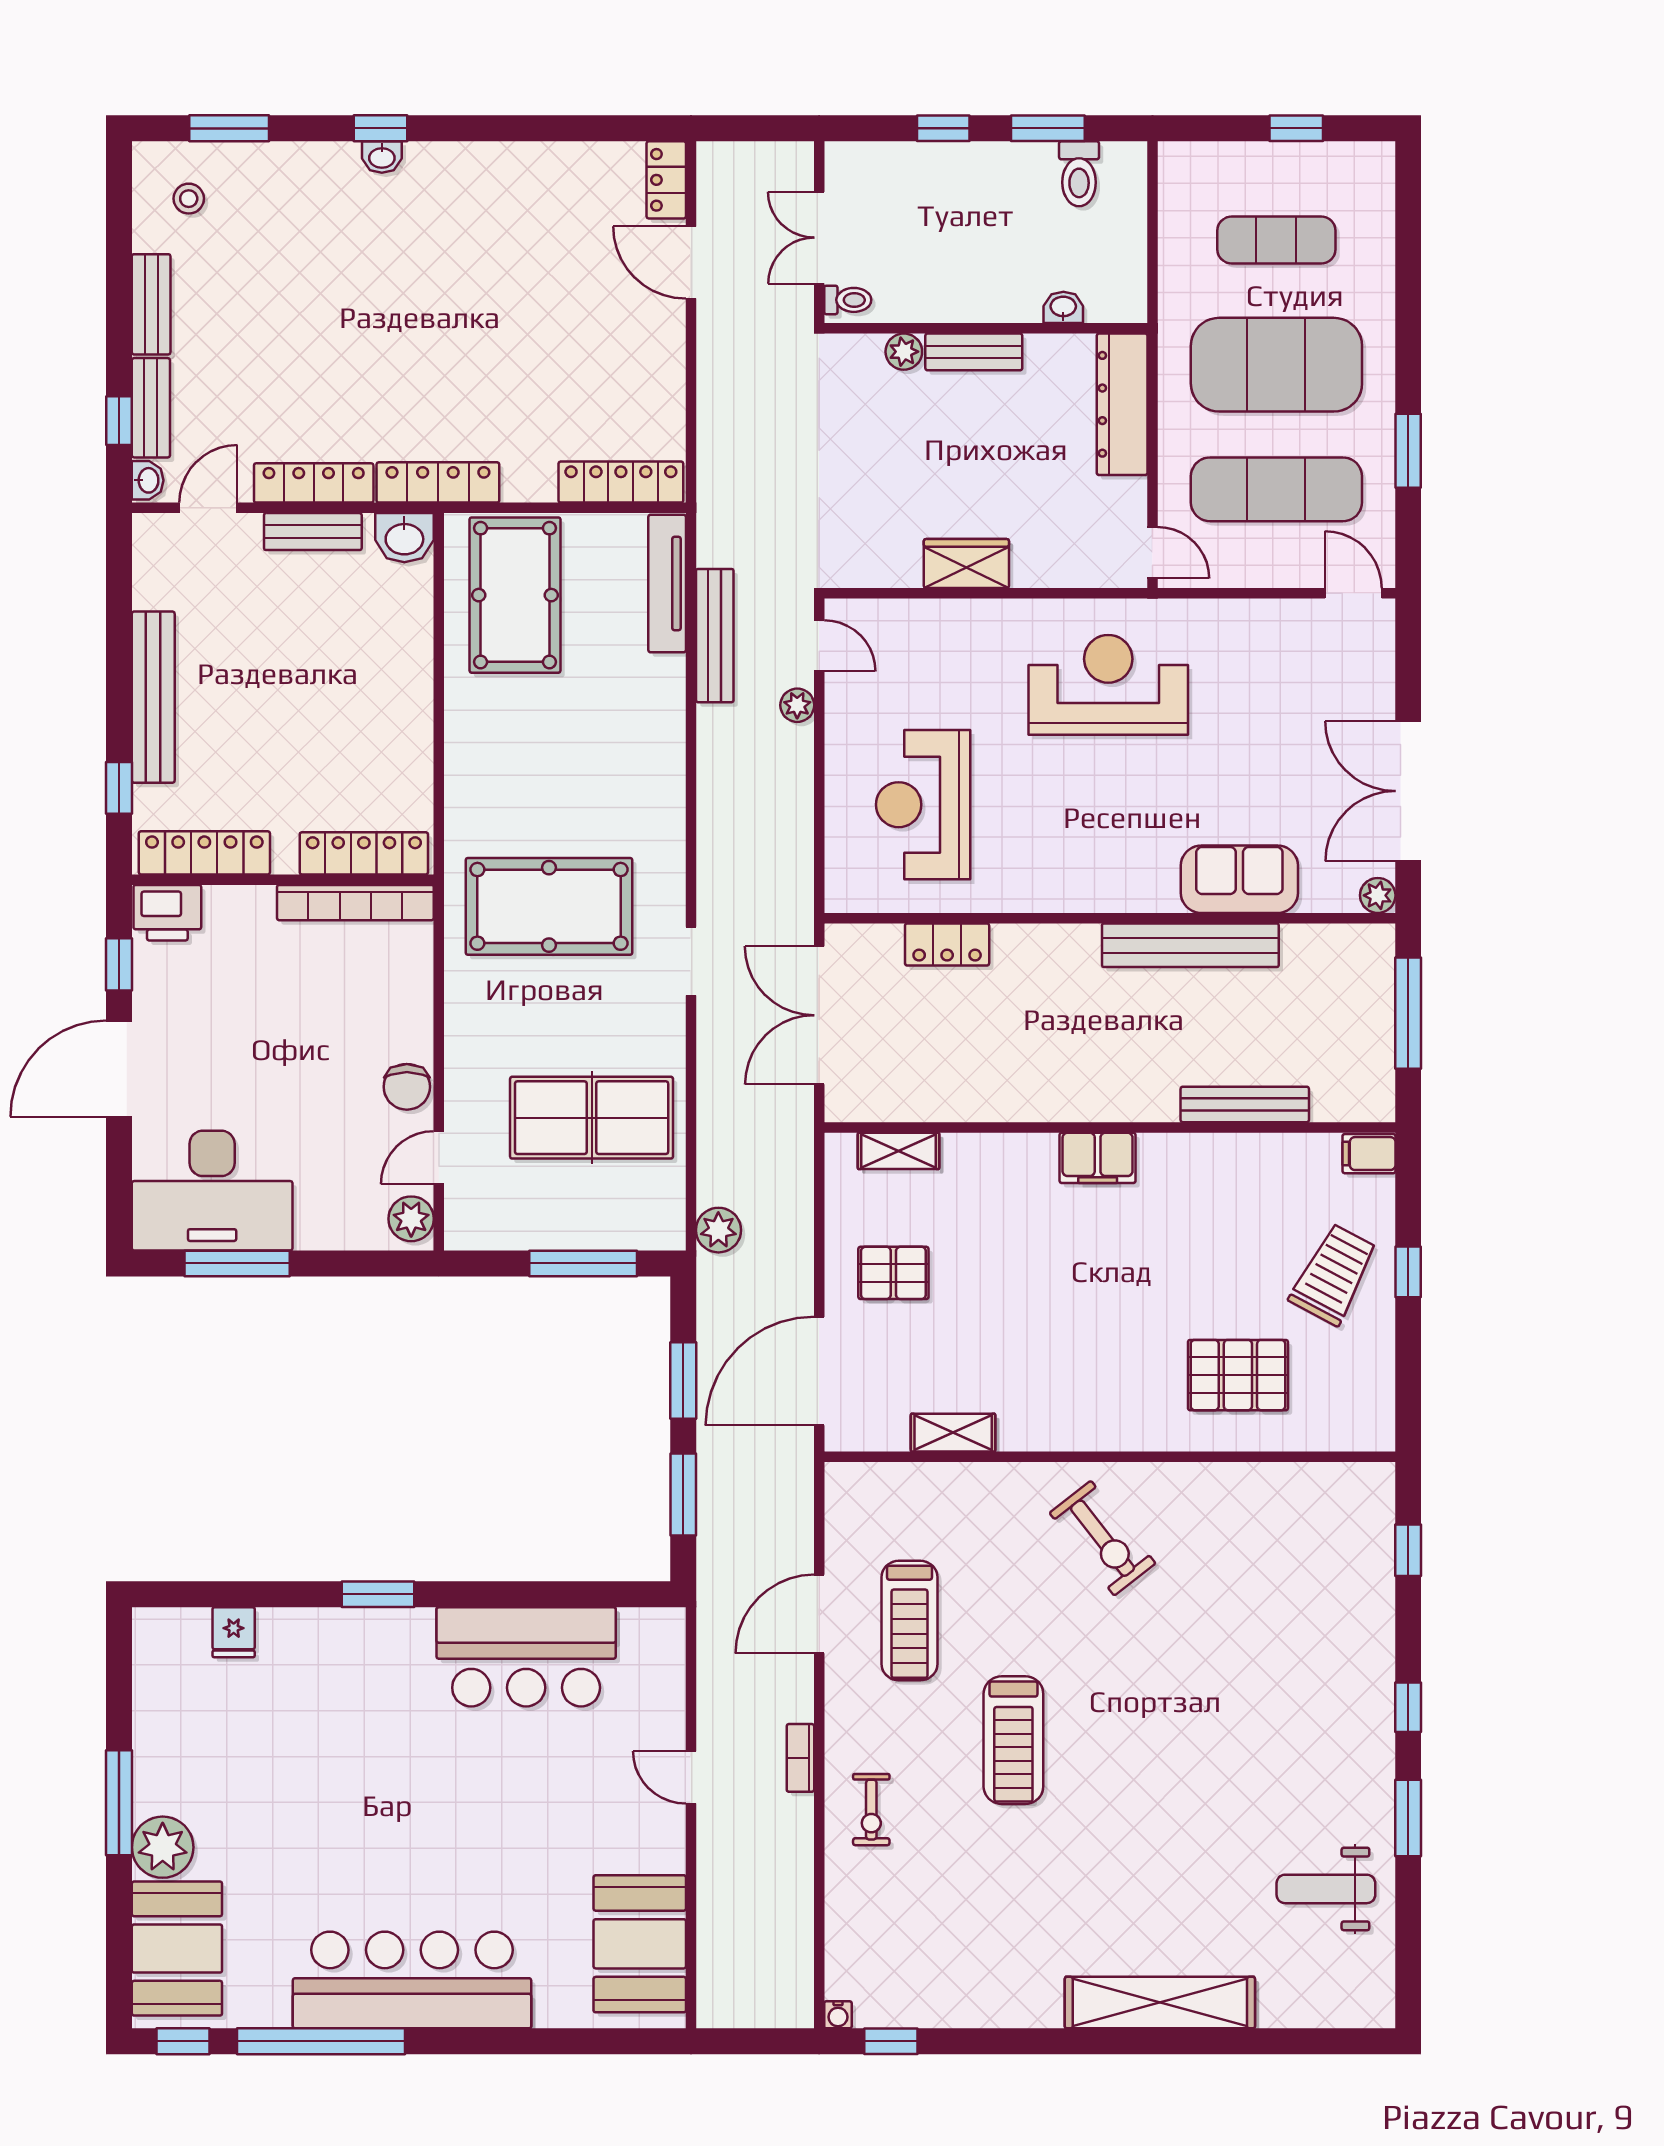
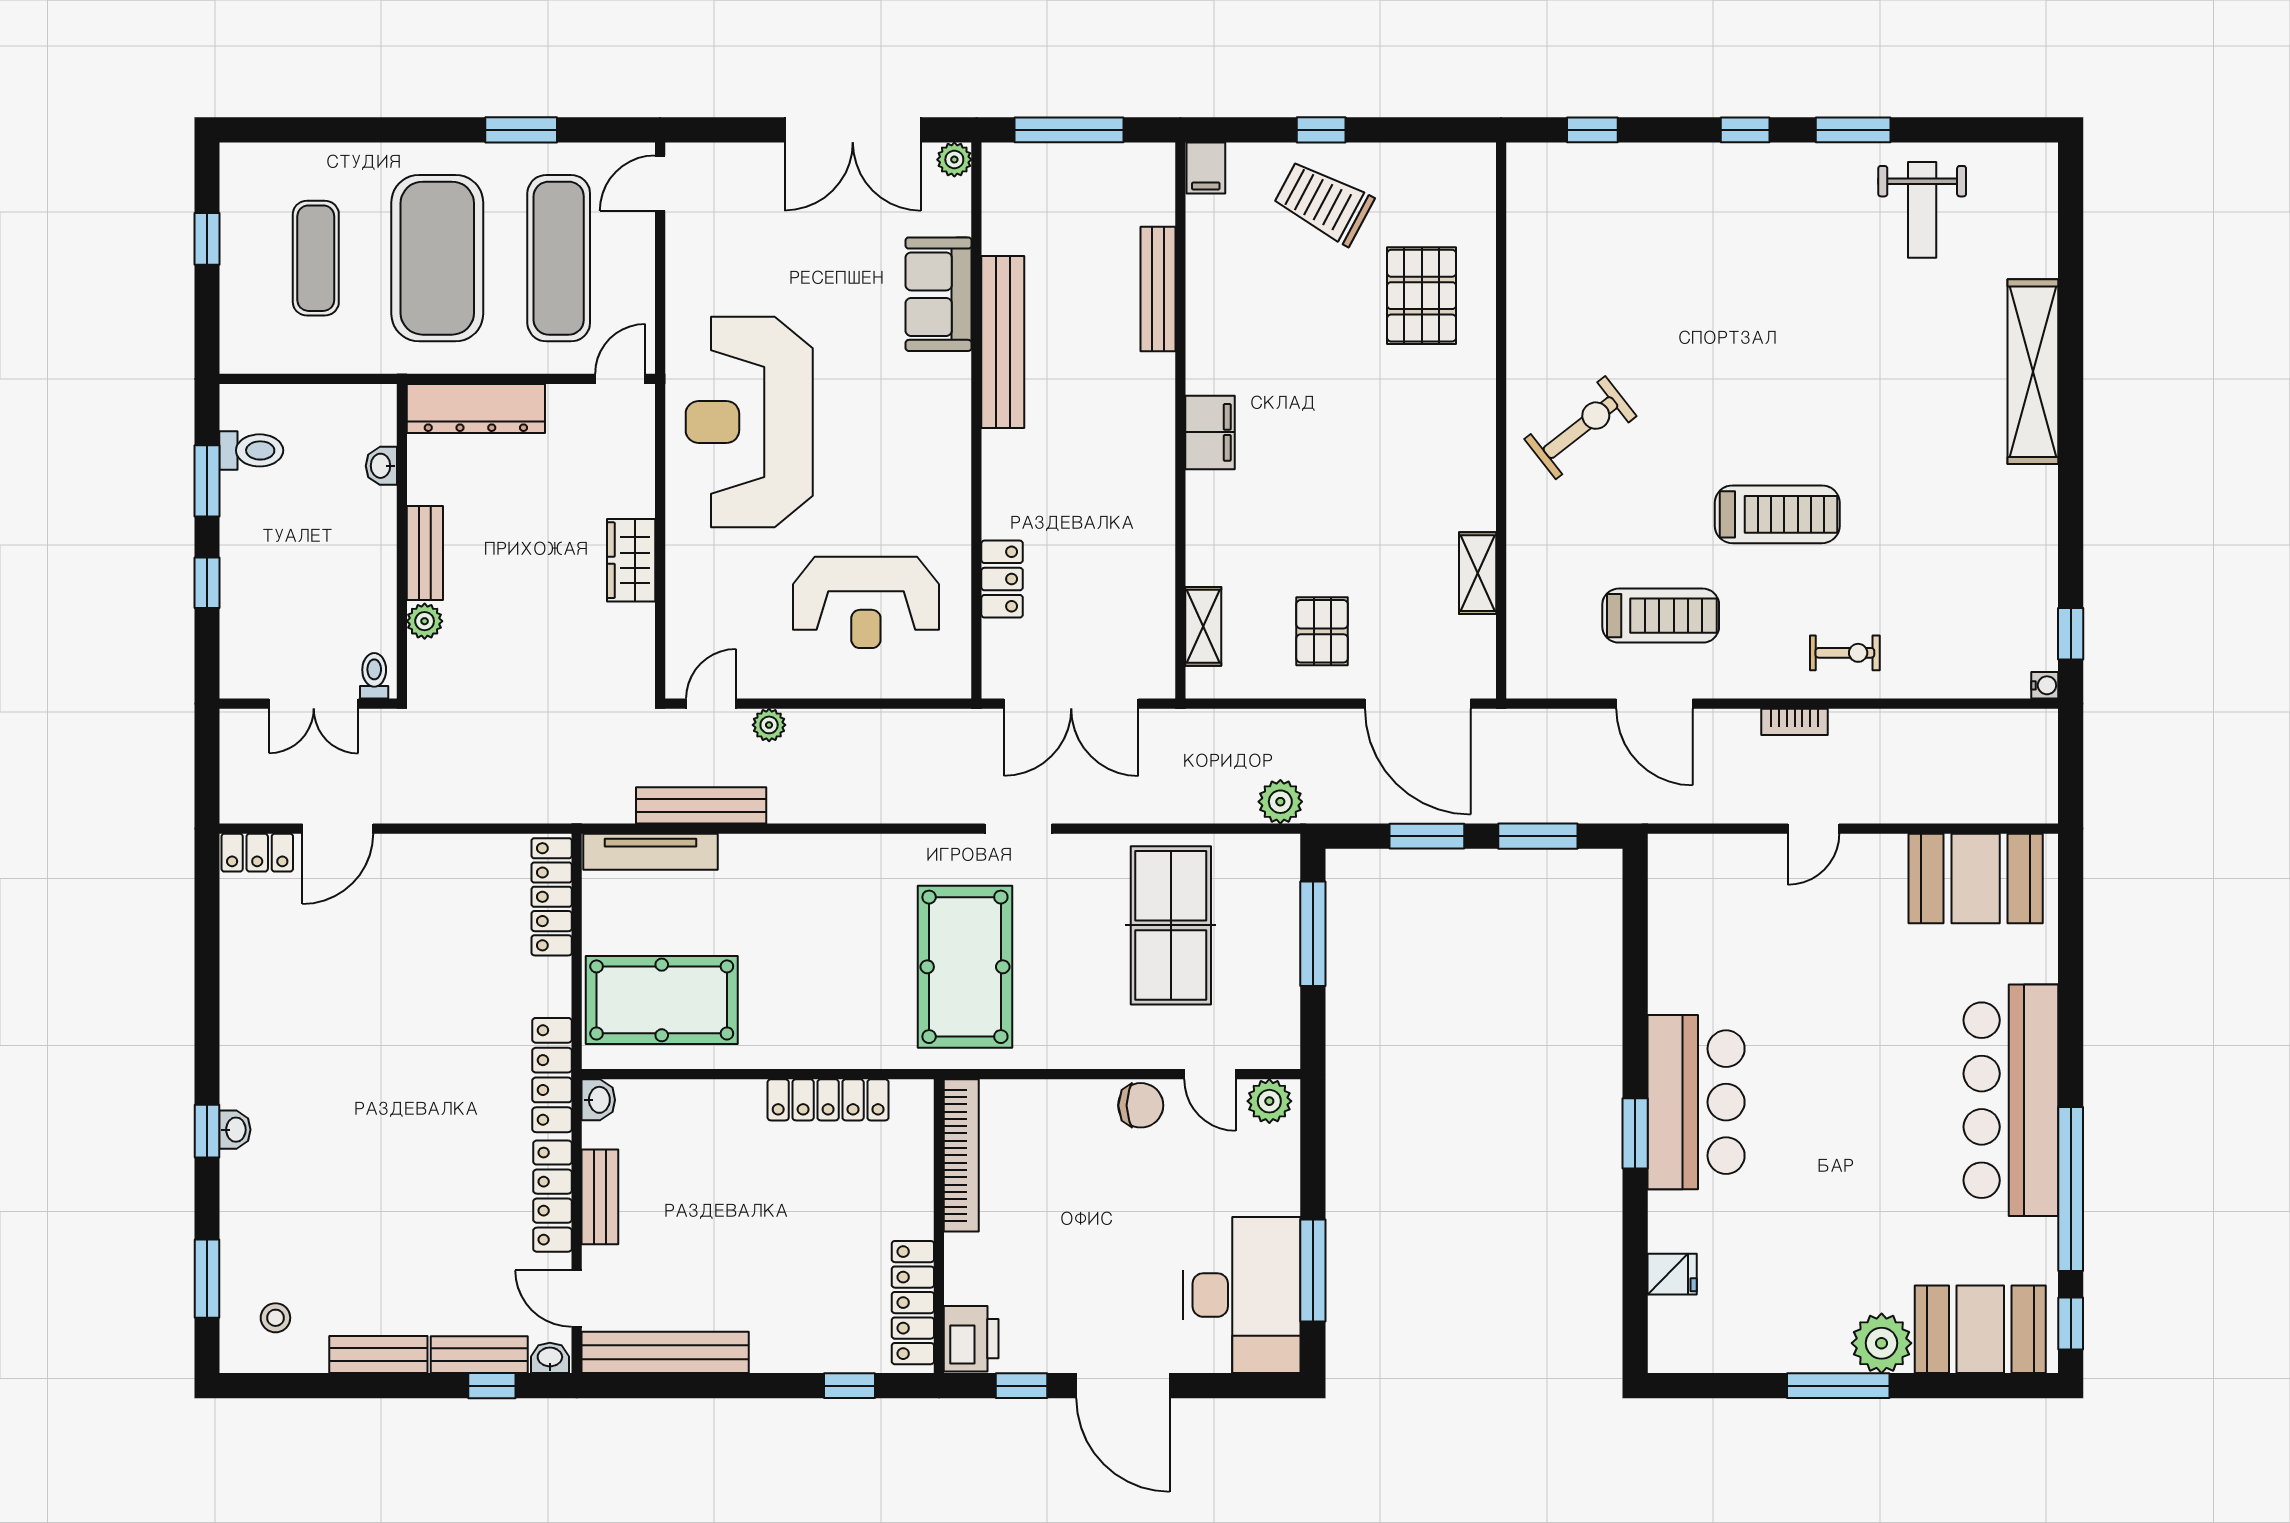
washbasin: (404, 538) -> (598, 1100), width x0.72, depth x0.69
reception desk: (1108, 685) -> (749, 422), width x1.36, depth x1.30
bench: (153, 697) -> (665, 1352), moved
locker: (364, 853) -> (828, 1100), moved, turned -90
bar counter: (526, 1657) -> (1696, 1102), moved

